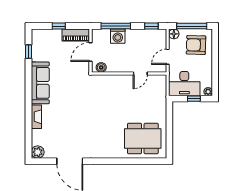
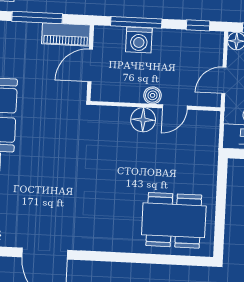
window: (59, 26) -> (37, 18), width x2.17
boiler: (101, 67) -> (153, 95), moved
floor lamp: (122, 82) -> (143, 120), added

